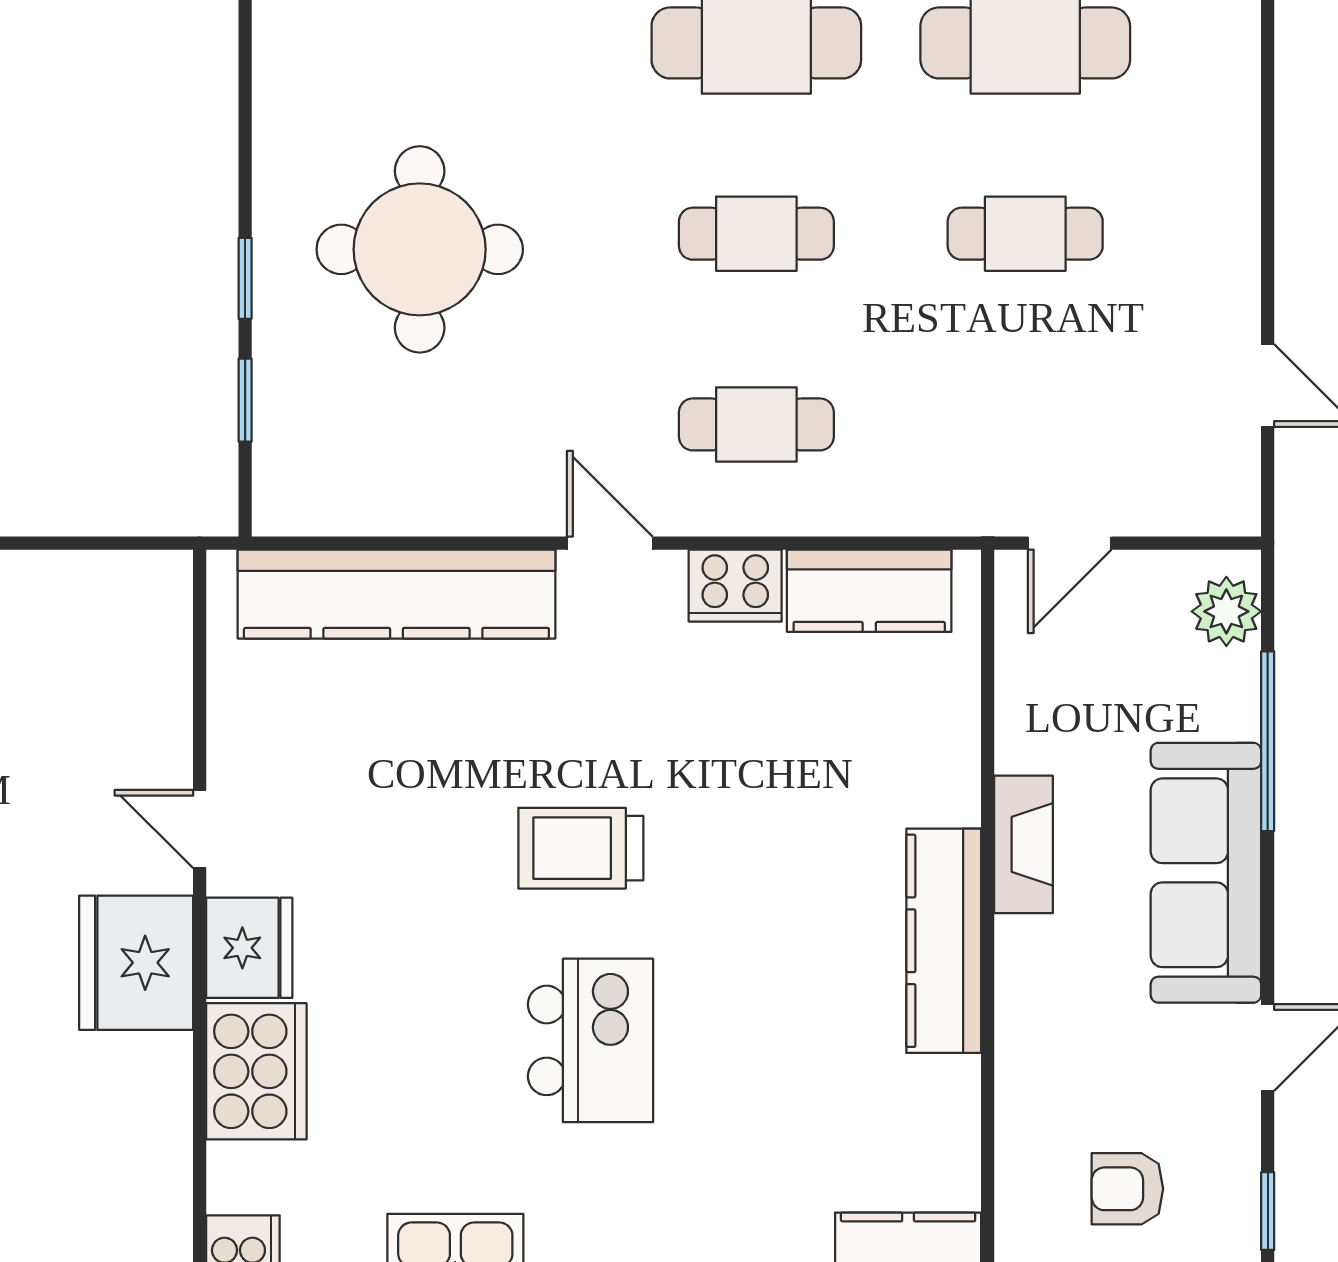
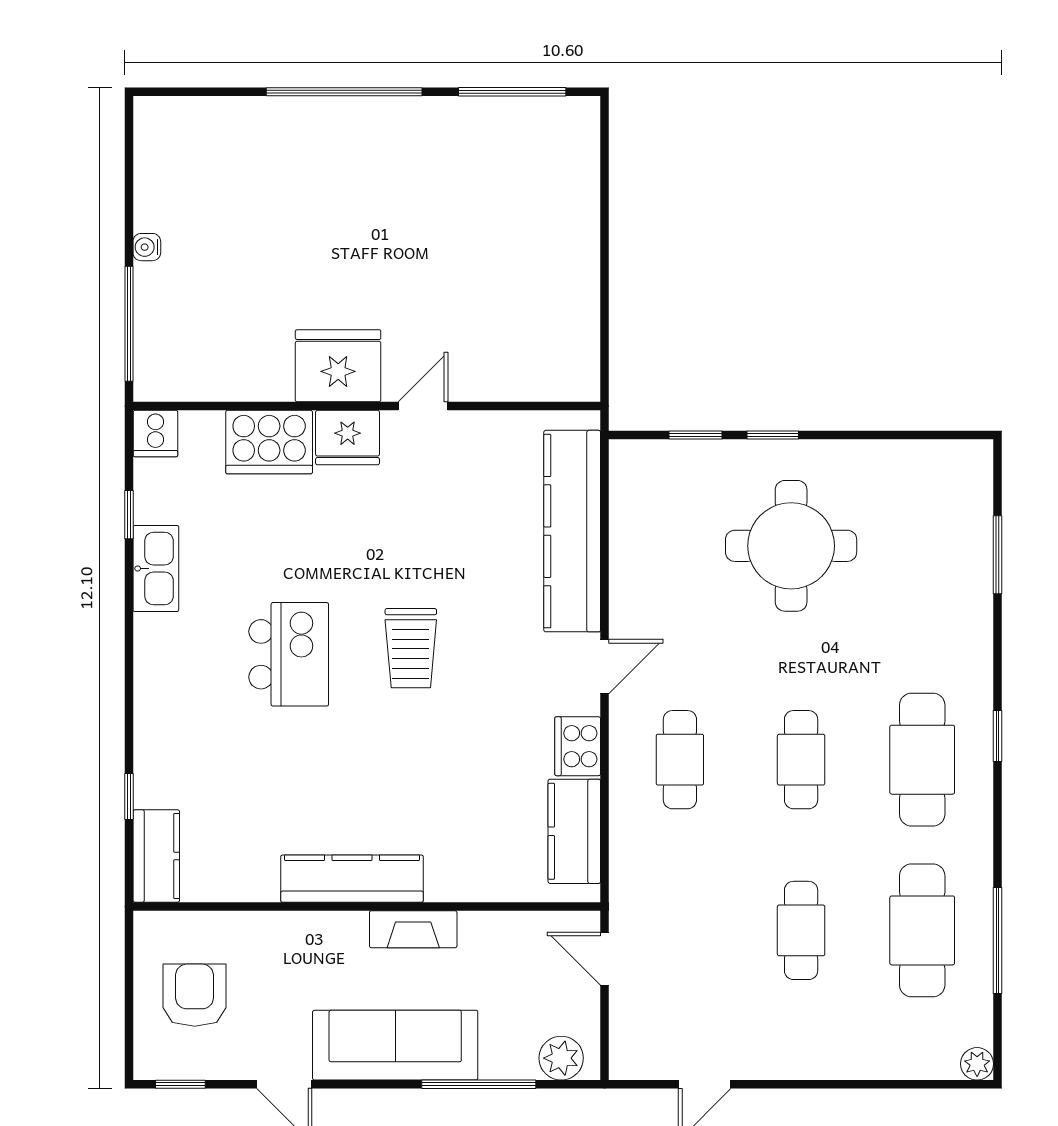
trolley: (581, 848) -> (411, 648), turned 180
kitchen island: (590, 1040) -> (289, 654), turned -90
armchair: (1127, 1189) -> (195, 995), width x1.38, depth x1.38

